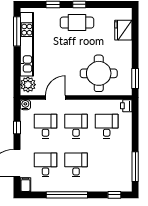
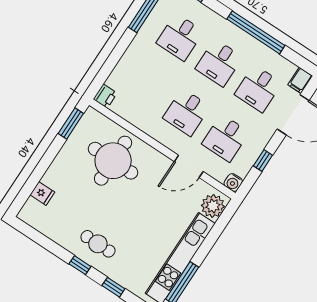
cafe table: (77, 23) -> (98, 244), width x0.73, depth x0.74
fridge: (123, 30) -> (42, 193), width x0.53, depth x0.75
desk: (107, 126) -> (180, 37), moved

